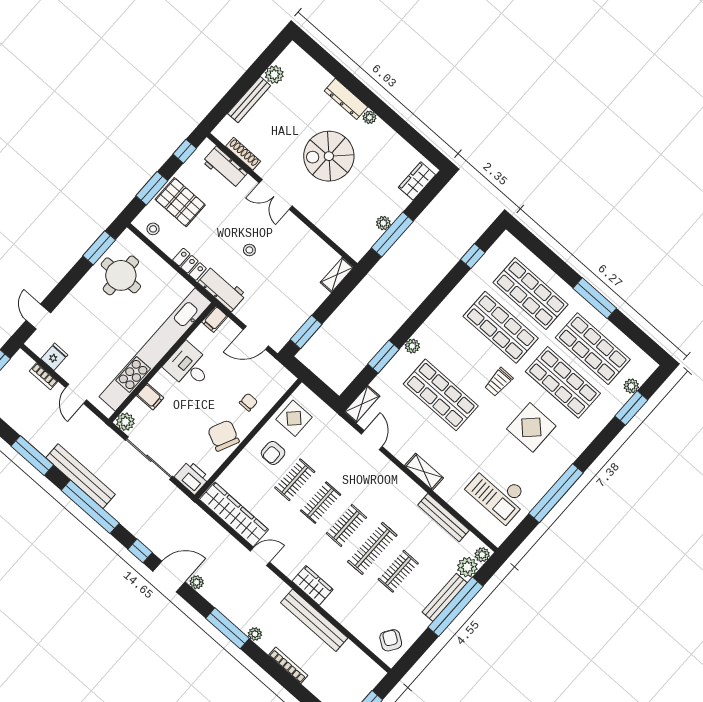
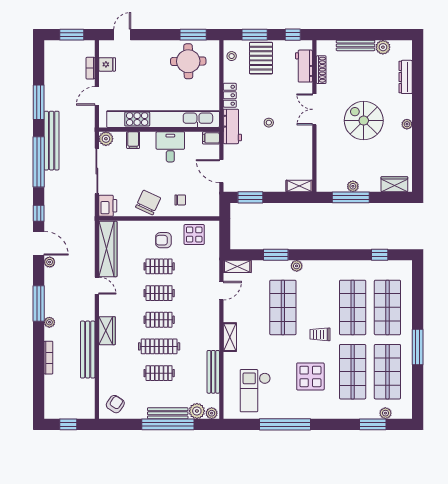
dresser: (346, 99) -> (406, 77), moved

